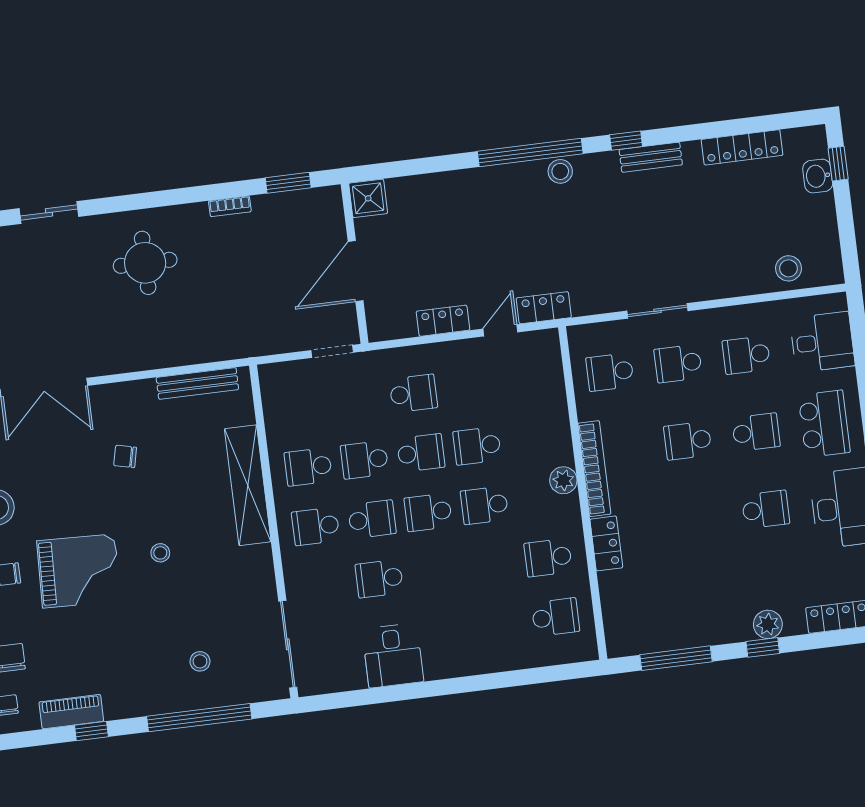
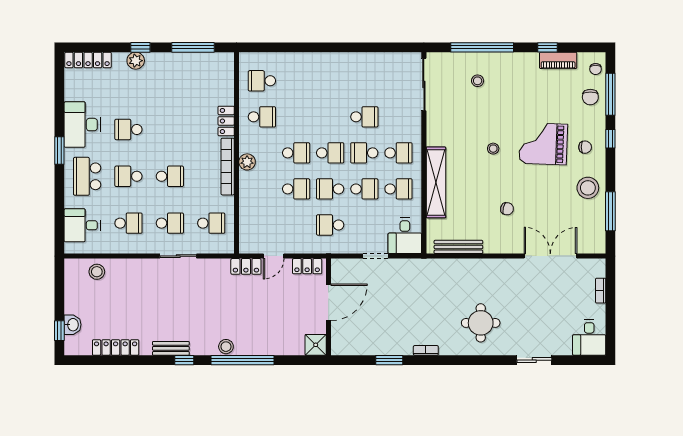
shower: (368, 198) -> (316, 345), moved
wall: (355, 263) -> (329, 307), moved
door: (356, 271) -> (329, 302), moved
desk: (393, 655) -> (405, 236), moved, turned 180

